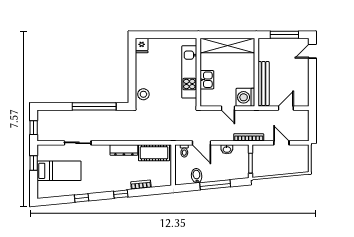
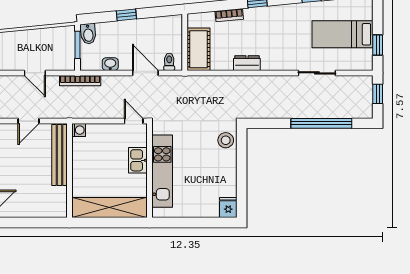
window: (284, 35) -> (31, 223), removed
washing machine: (245, 97) -> (79, 130), width x0.53, depth x0.53
window: (94, 106) -> (321, 123), moved
door: (228, 108) -> (134, 121), moved
dresser: (124, 150) -> (247, 63), width x0.70
cot: (154, 153) -> (199, 49), moved, turned 90
bidet: (197, 176) -> (88, 34), moved
window: (215, 185) -> (126, 15), width x0.46

